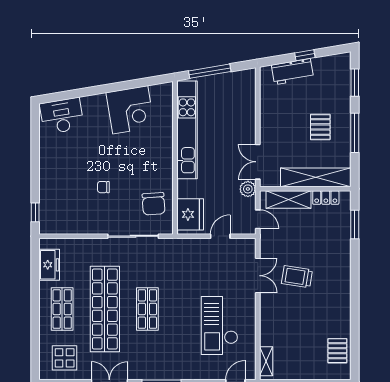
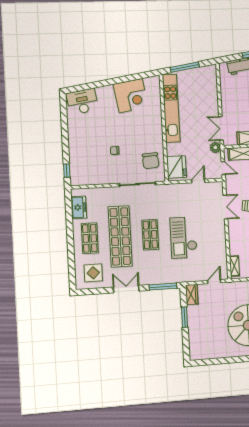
checkout: (219, 326) -> (184, 238), moved

